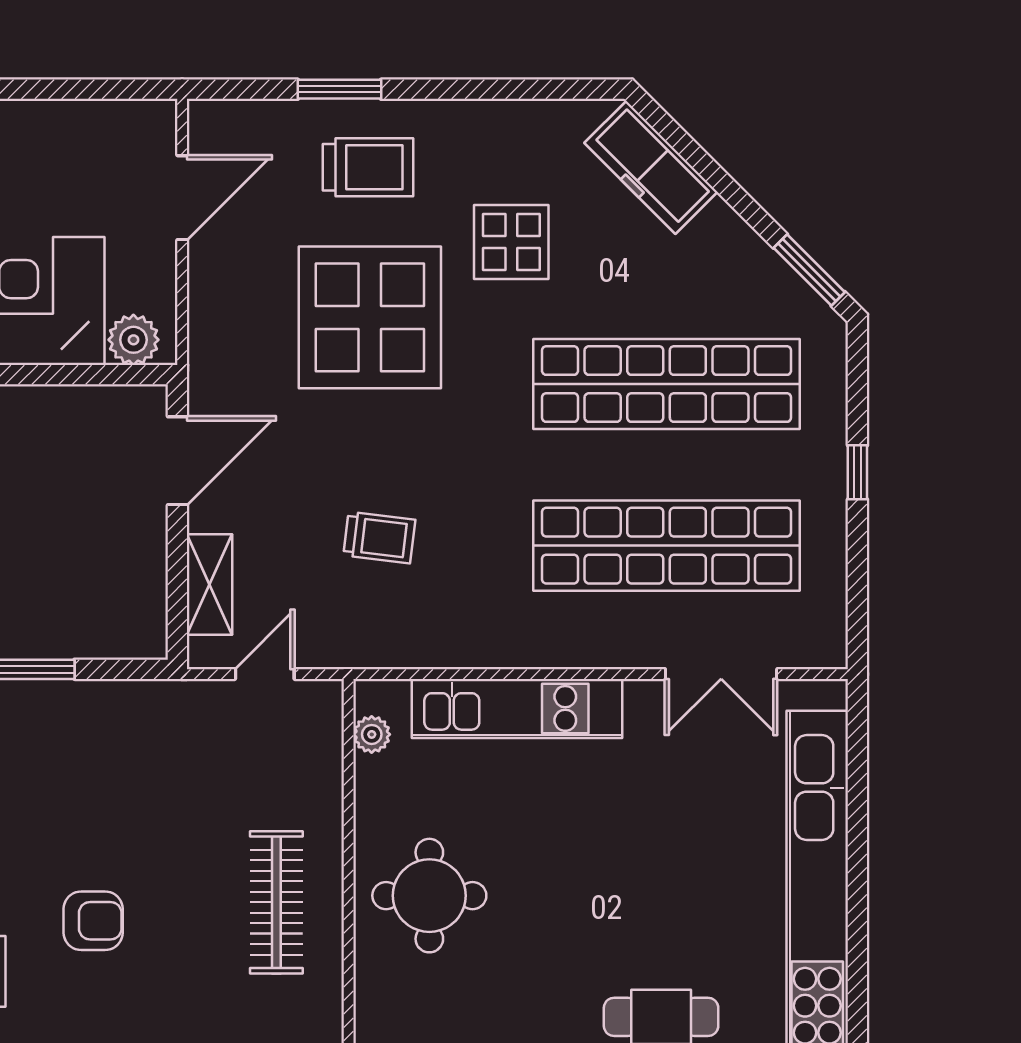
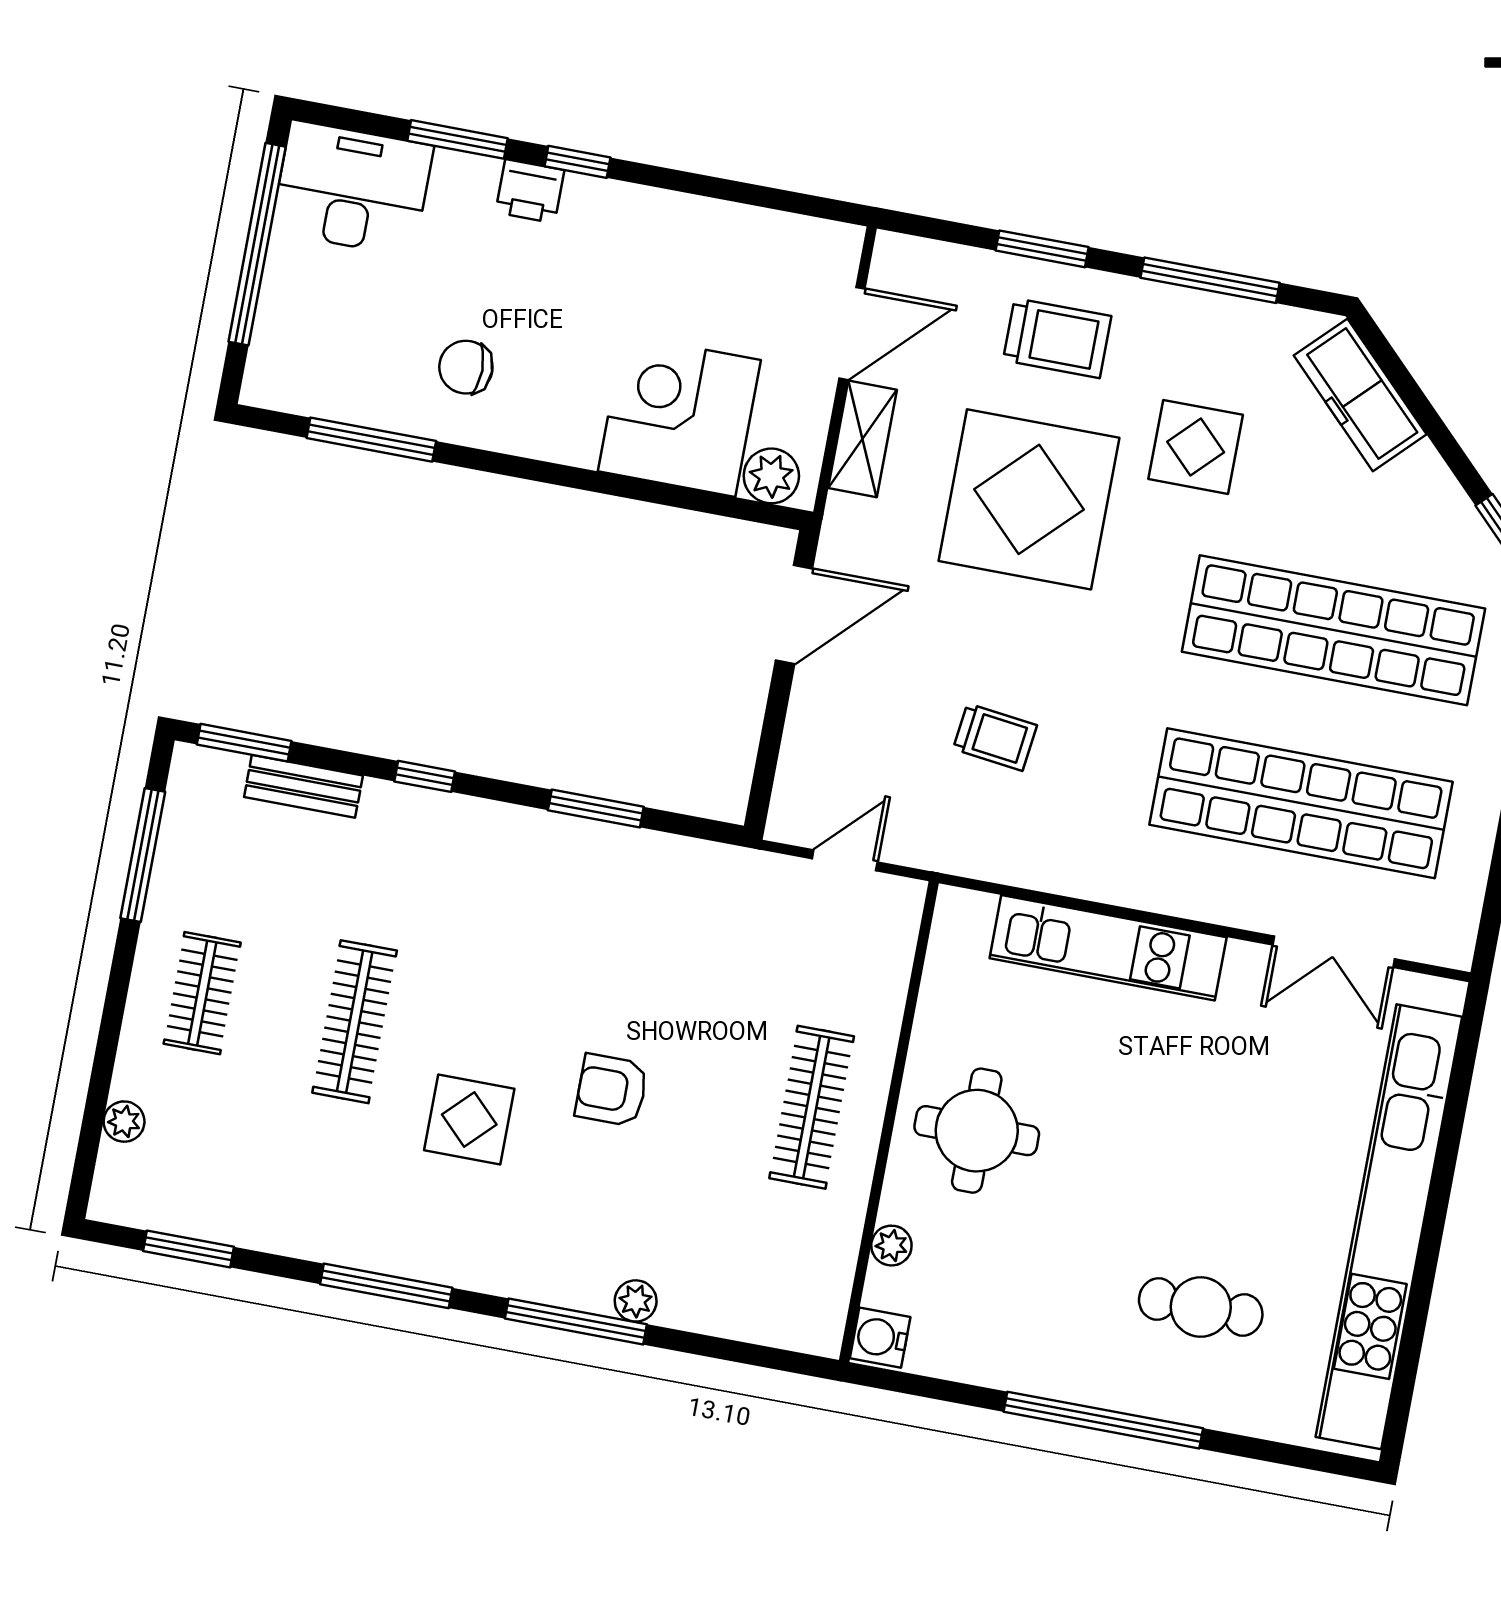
window: (496, 89) -> (1210, 280), added
shelving: (210, 585) -> (863, 439), moved
plant: (372, 734) -> (891, 1246), moved
armchair: (93, 921) -> (612, 1090), turned 180

